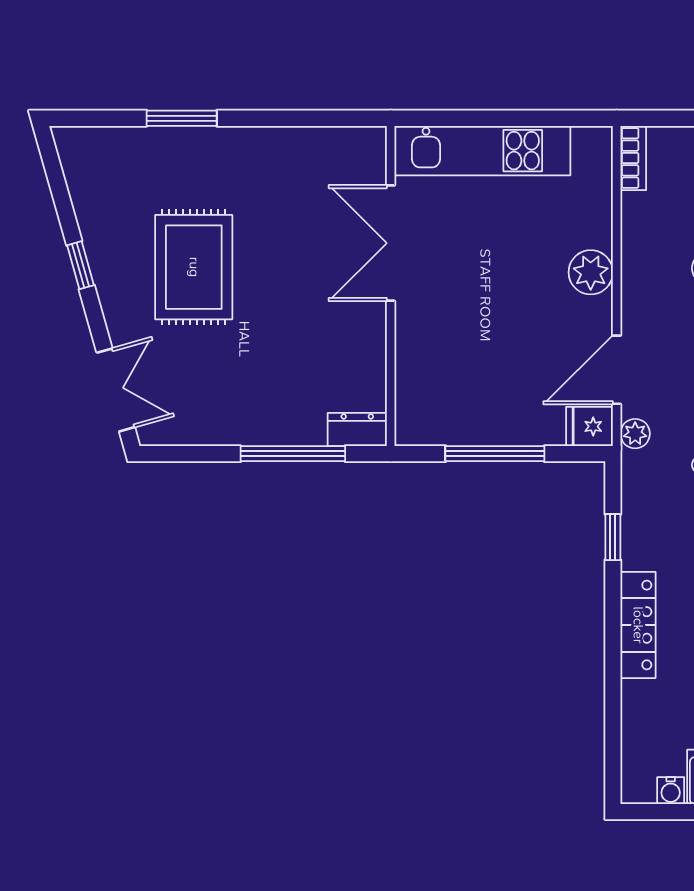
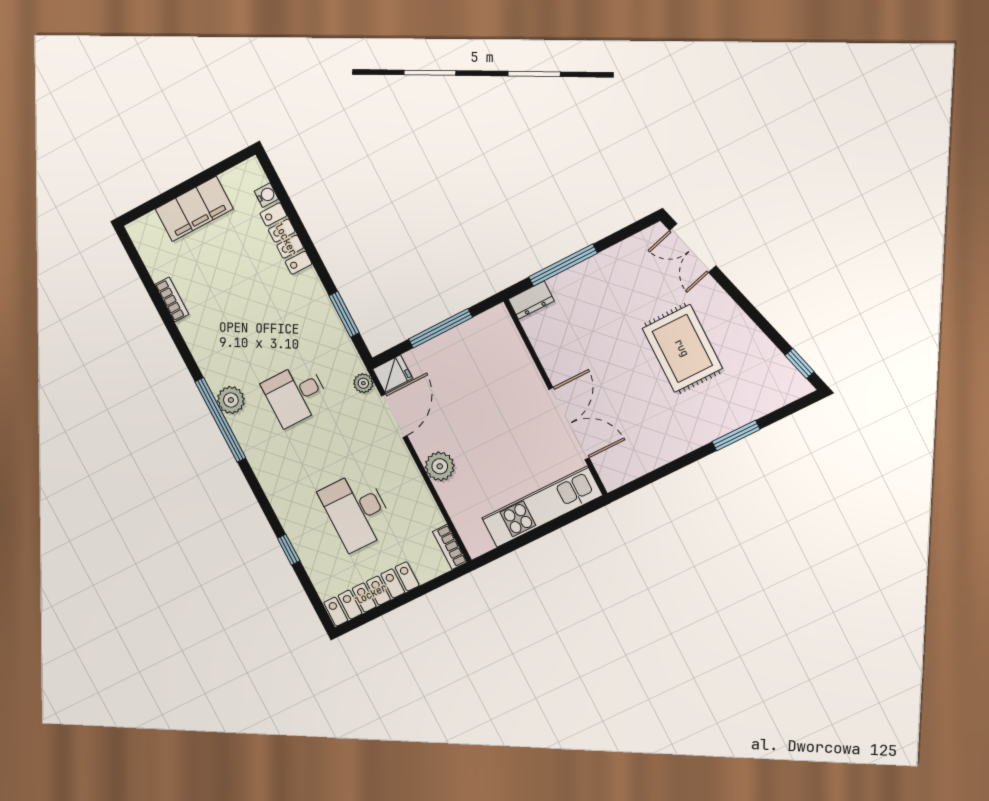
window: (80, 265) -> (800, 363), moved
window: (613, 537) -> (344, 314), width x1.50
locker: (638, 625) -> (286, 239), moved
water cooler: (671, 791) -> (266, 195), moved, turned 90

